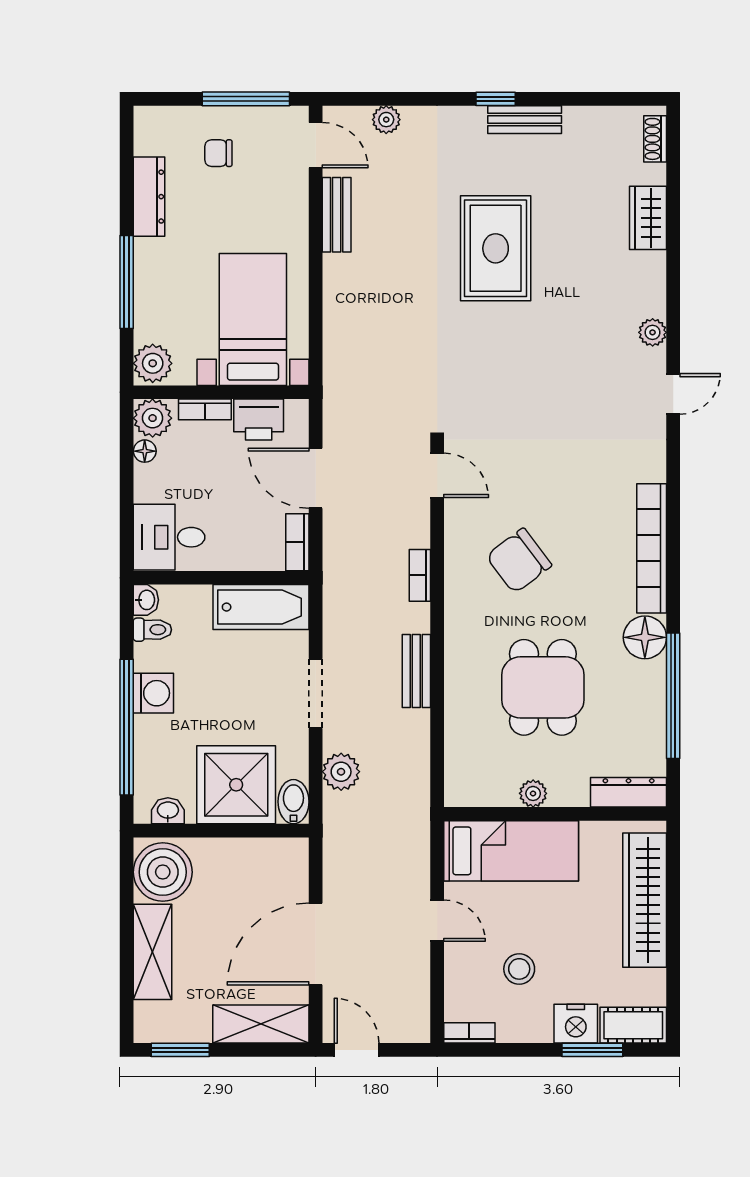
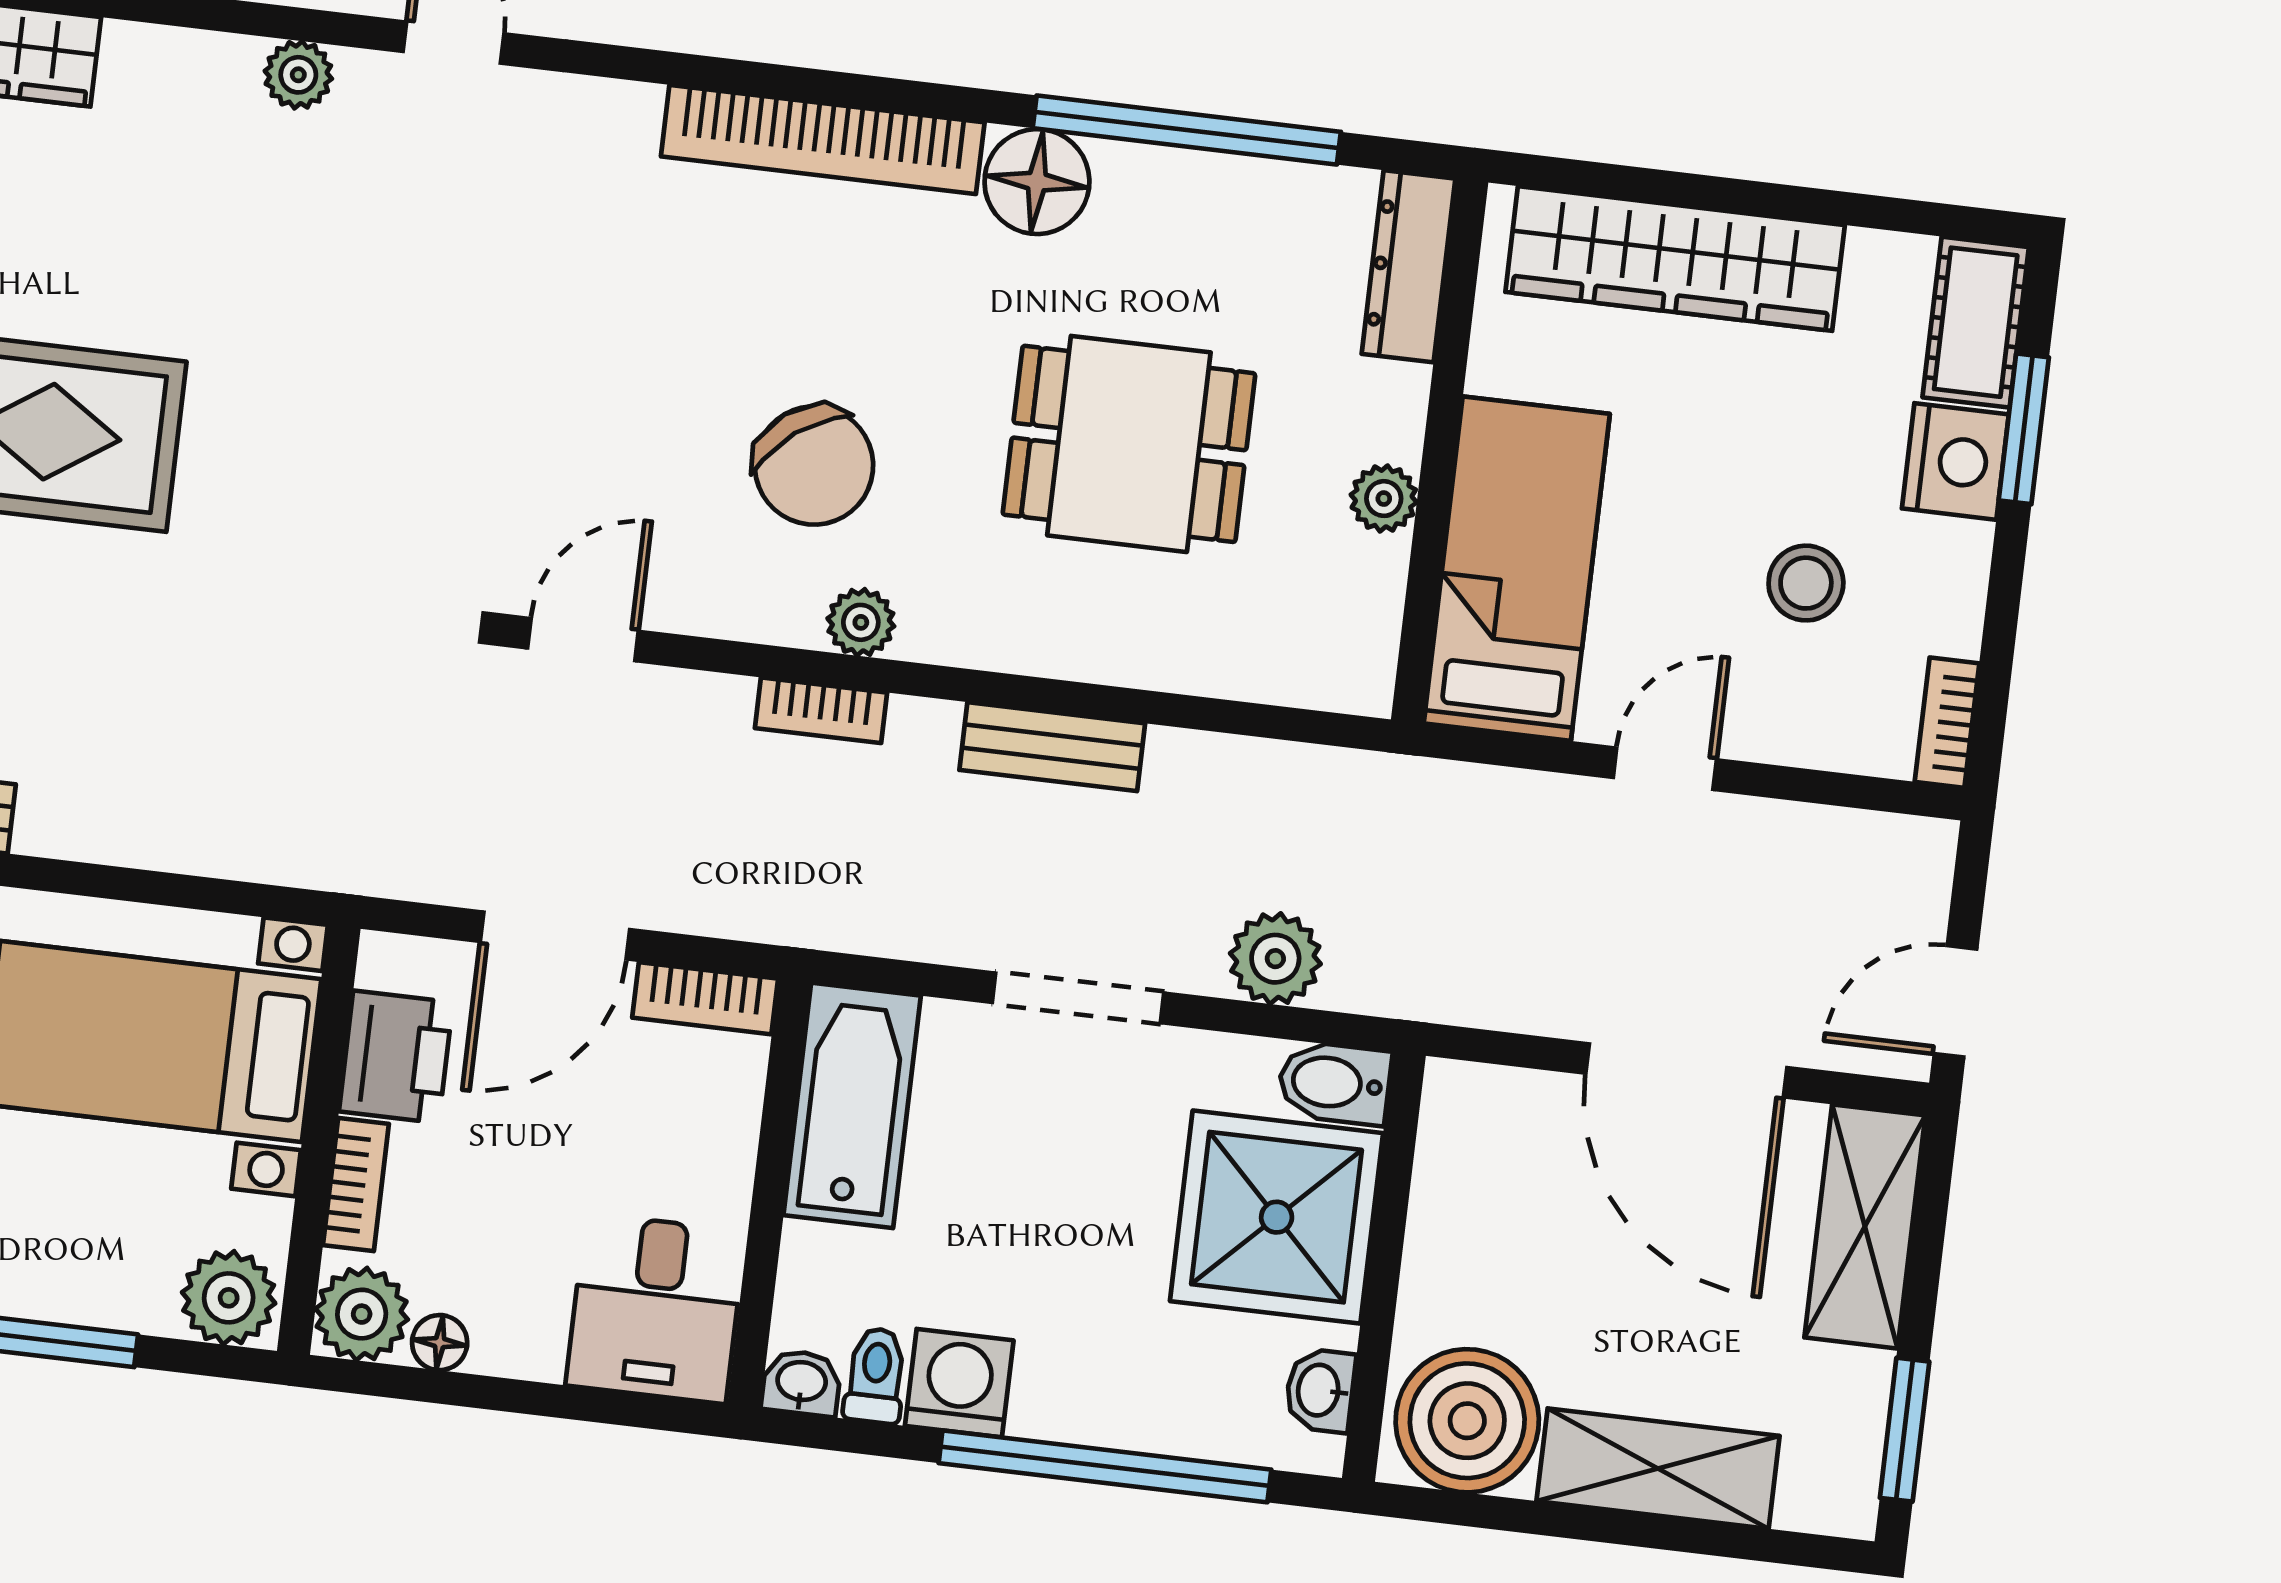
plant: (457, 587) -> (861, 622), added
washing machine: (153, 693) -> (959, 1383), moved

